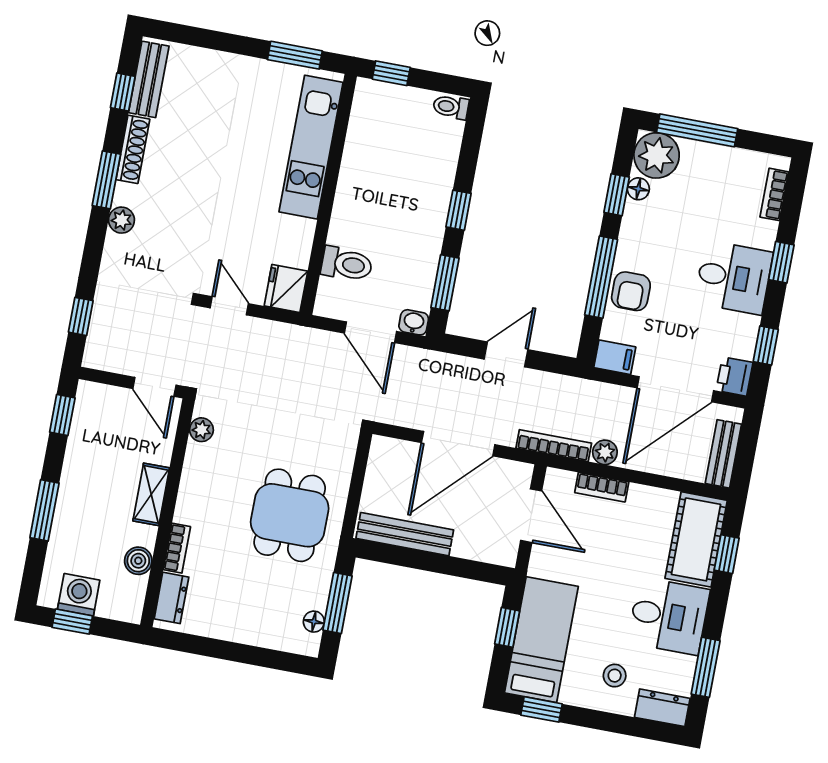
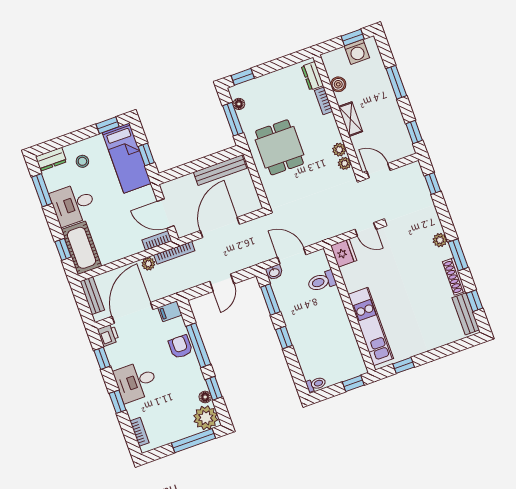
window: (295, 55) -> (404, 365), width x0.67
plant: (197, 456) -> (339, 150), added
bookcase: (602, 487) -> (157, 240), moved
window: (283, 661) -> (243, 77), added

